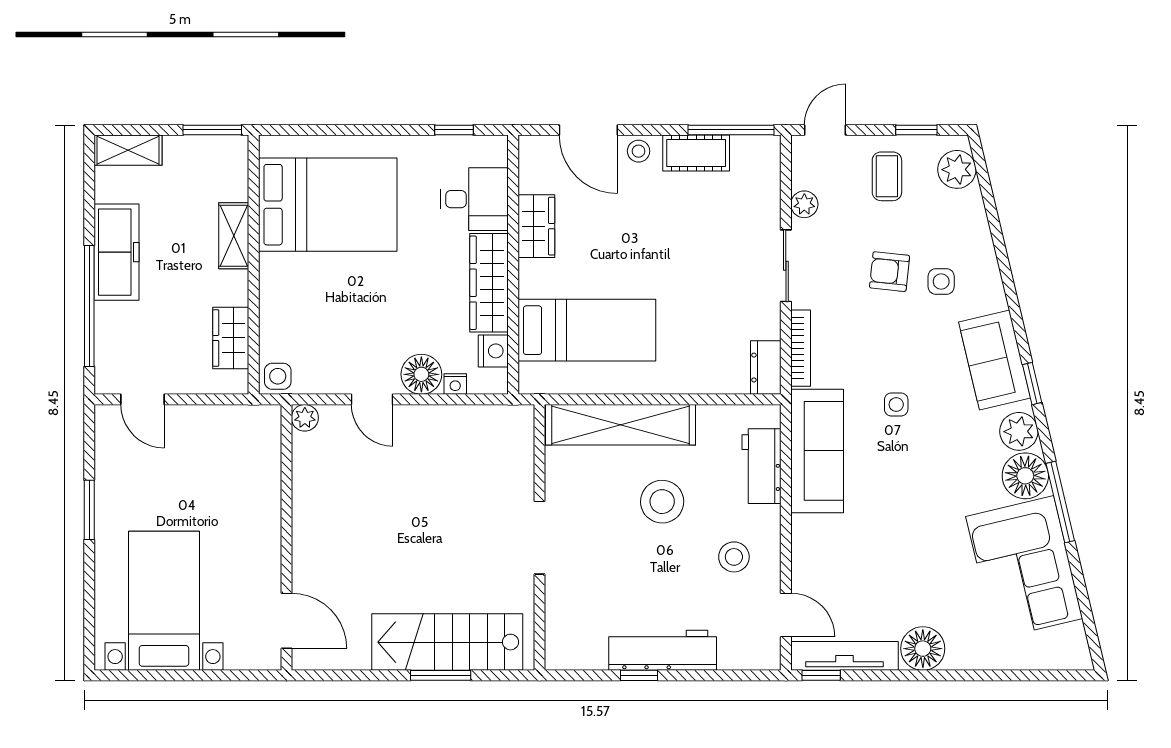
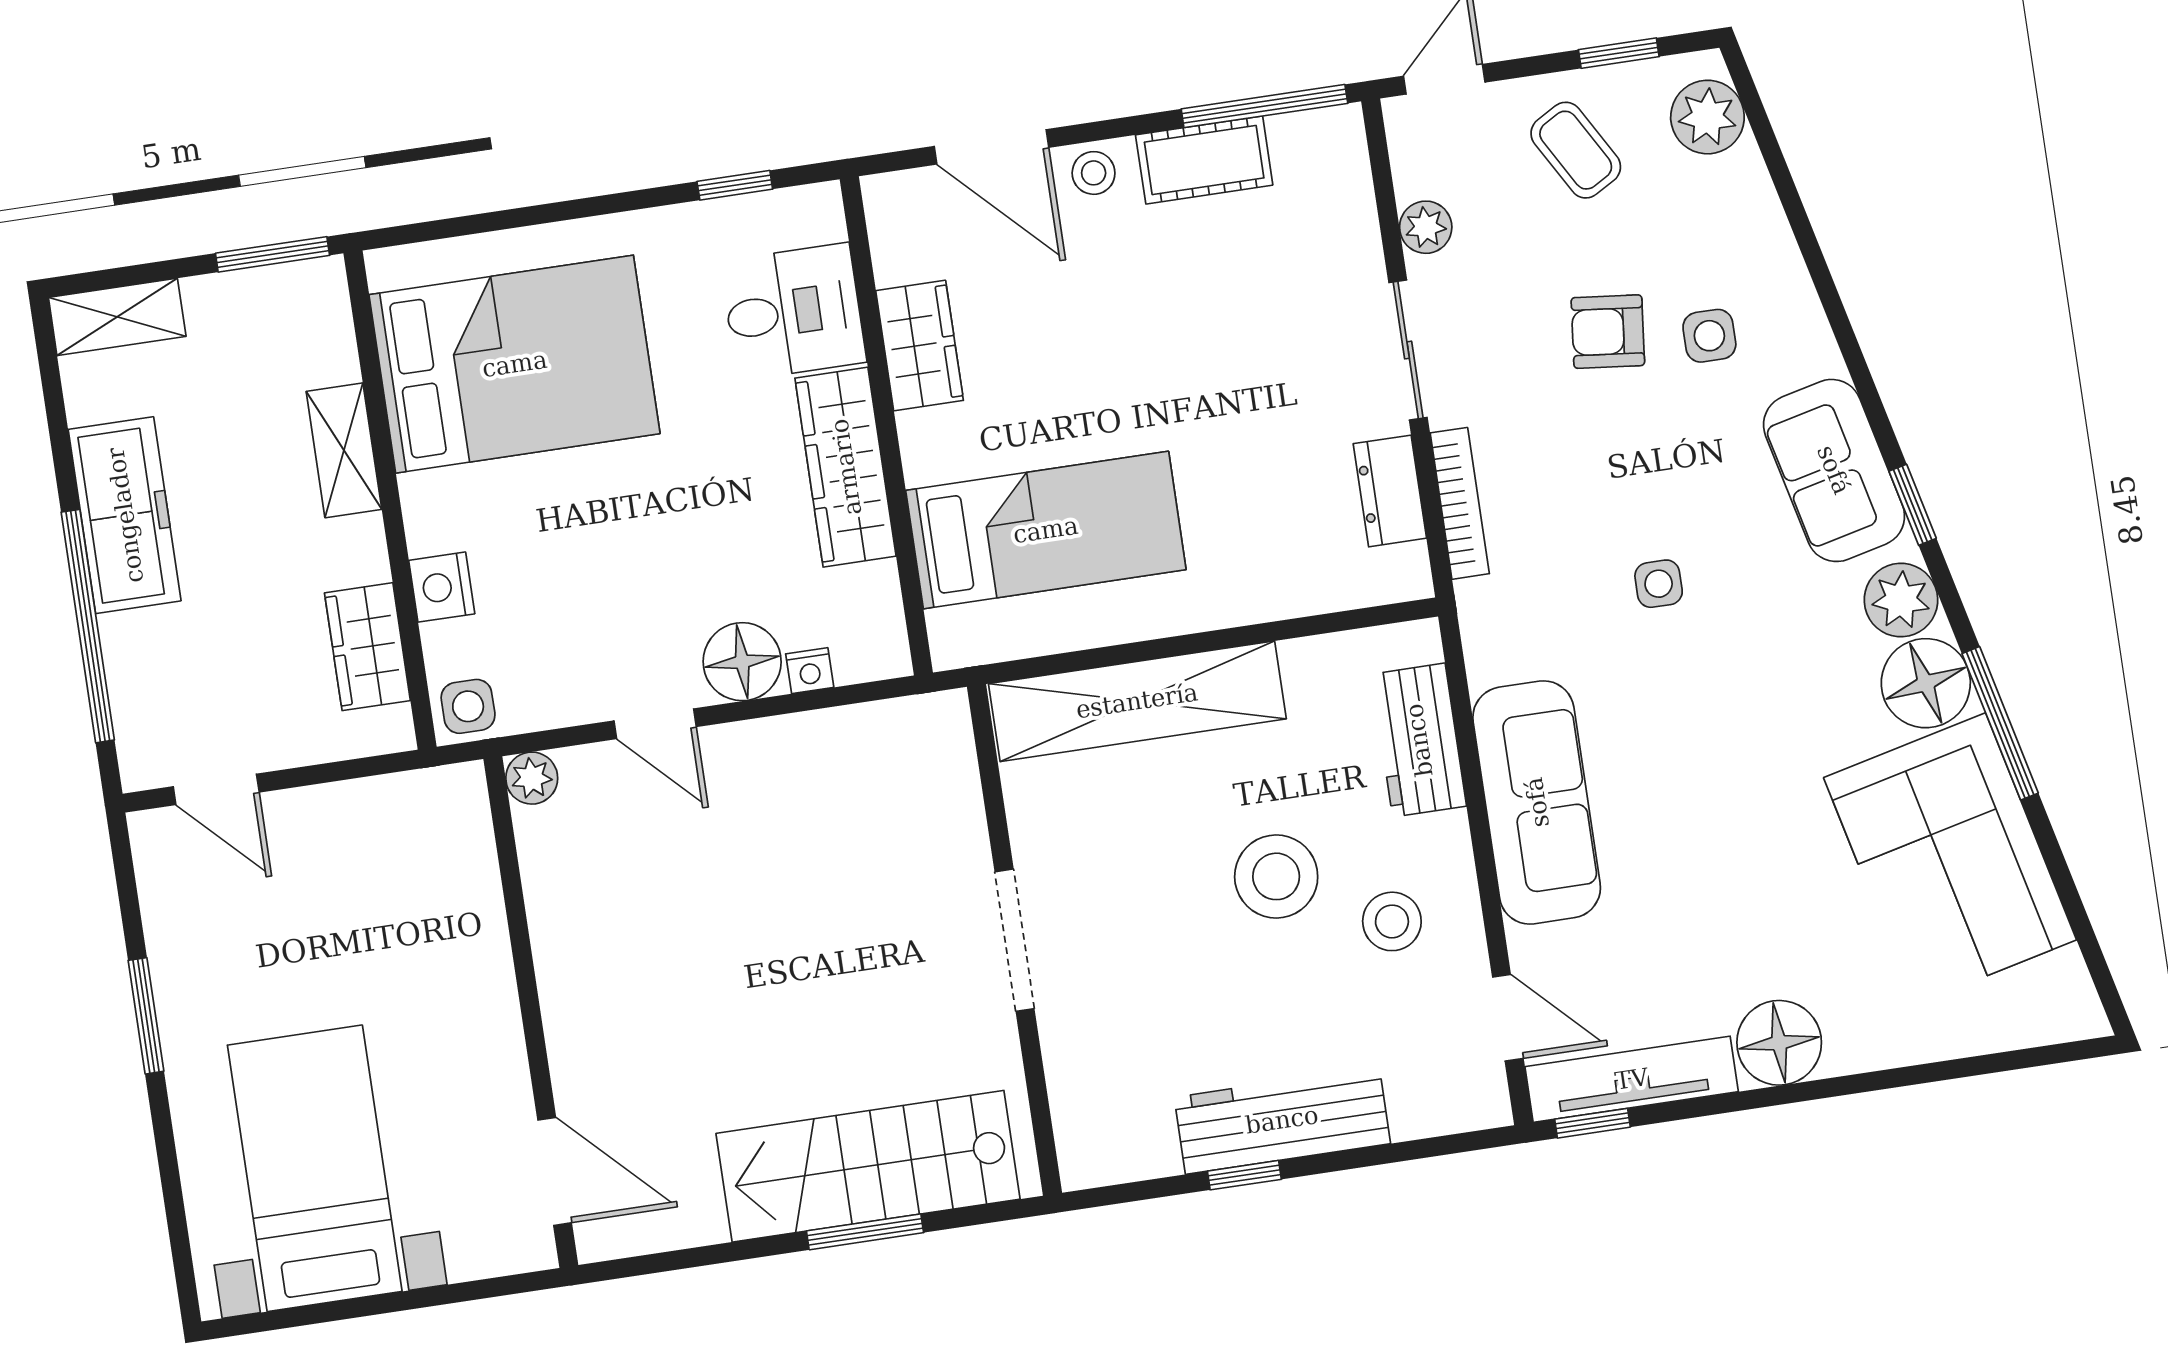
coffee table: (887, 176) -> (1576, 150), turned -30
nightstand: (493, 351) -> (442, 587), moved, turned 180
dresser: (766, 368) -> (1390, 491), moved
sofa: (817, 451) -> (1537, 802), moved
stool: (662, 502) -> (1276, 876), moved

